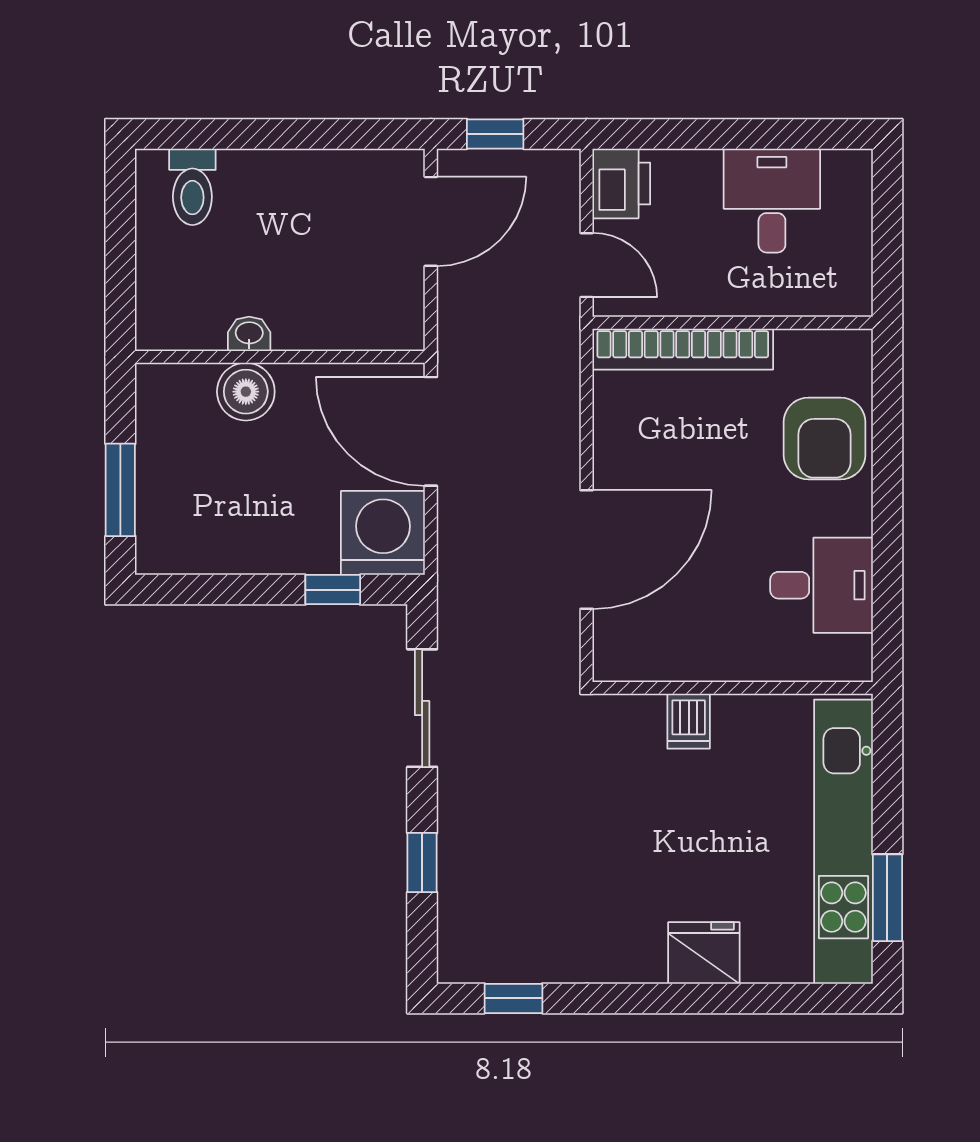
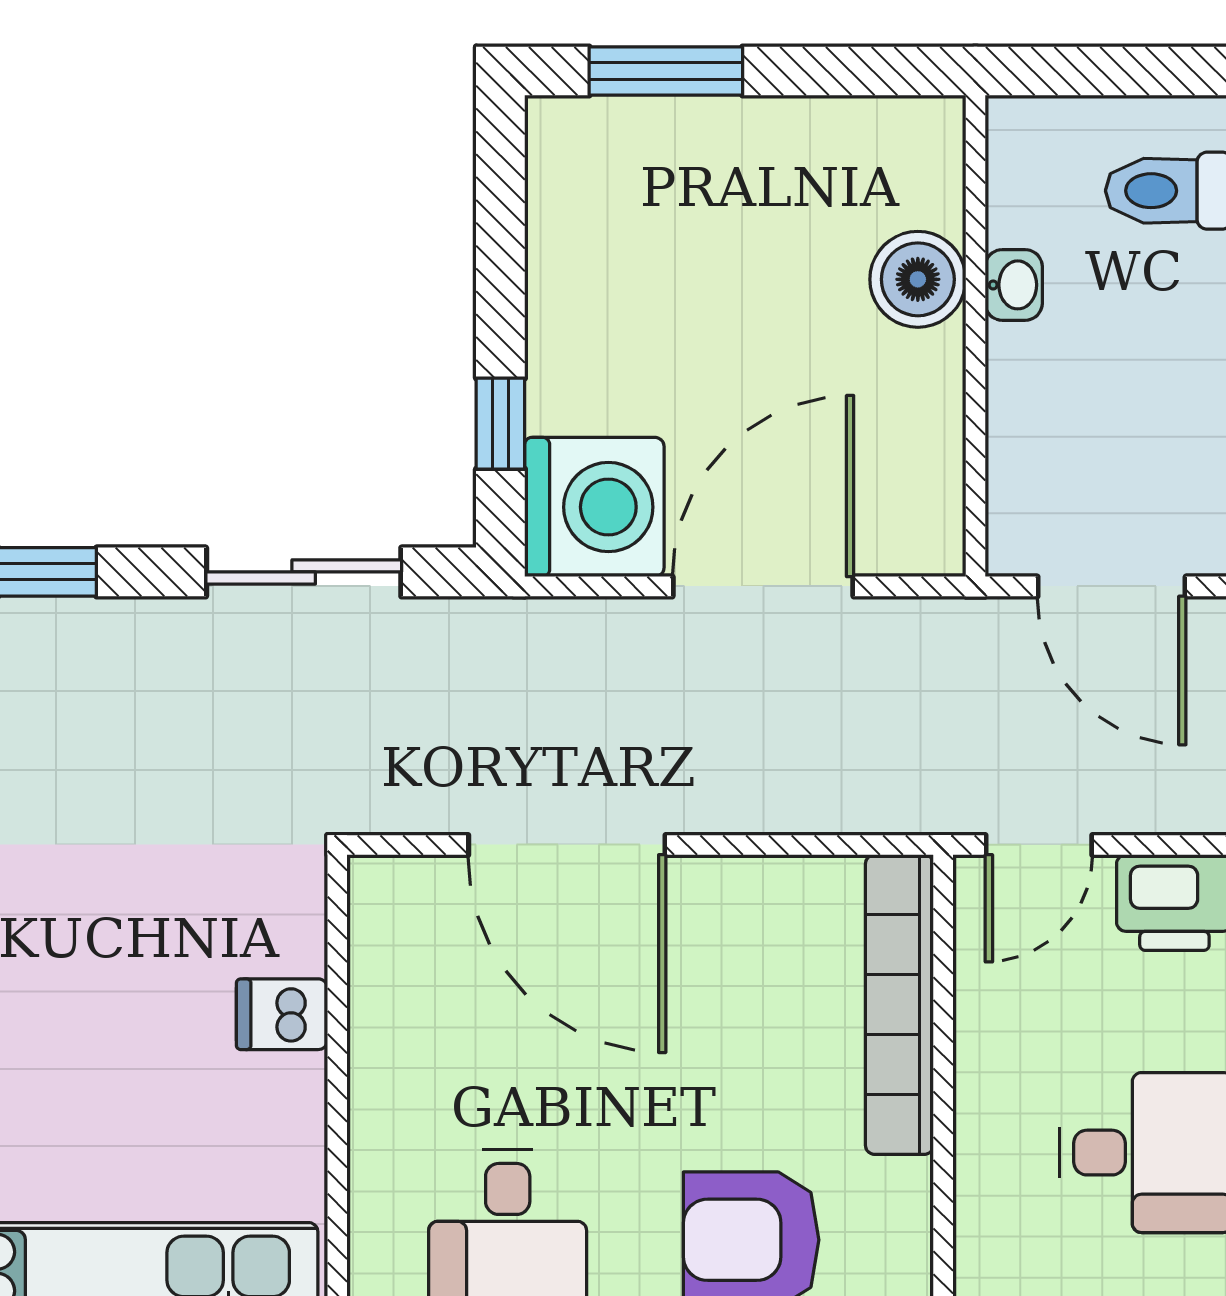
washbasin: (249, 334) -> (1014, 285), moved
wall: (280, 357) -> (975, 336), moved
boiler: (246, 392) -> (918, 279), moved

